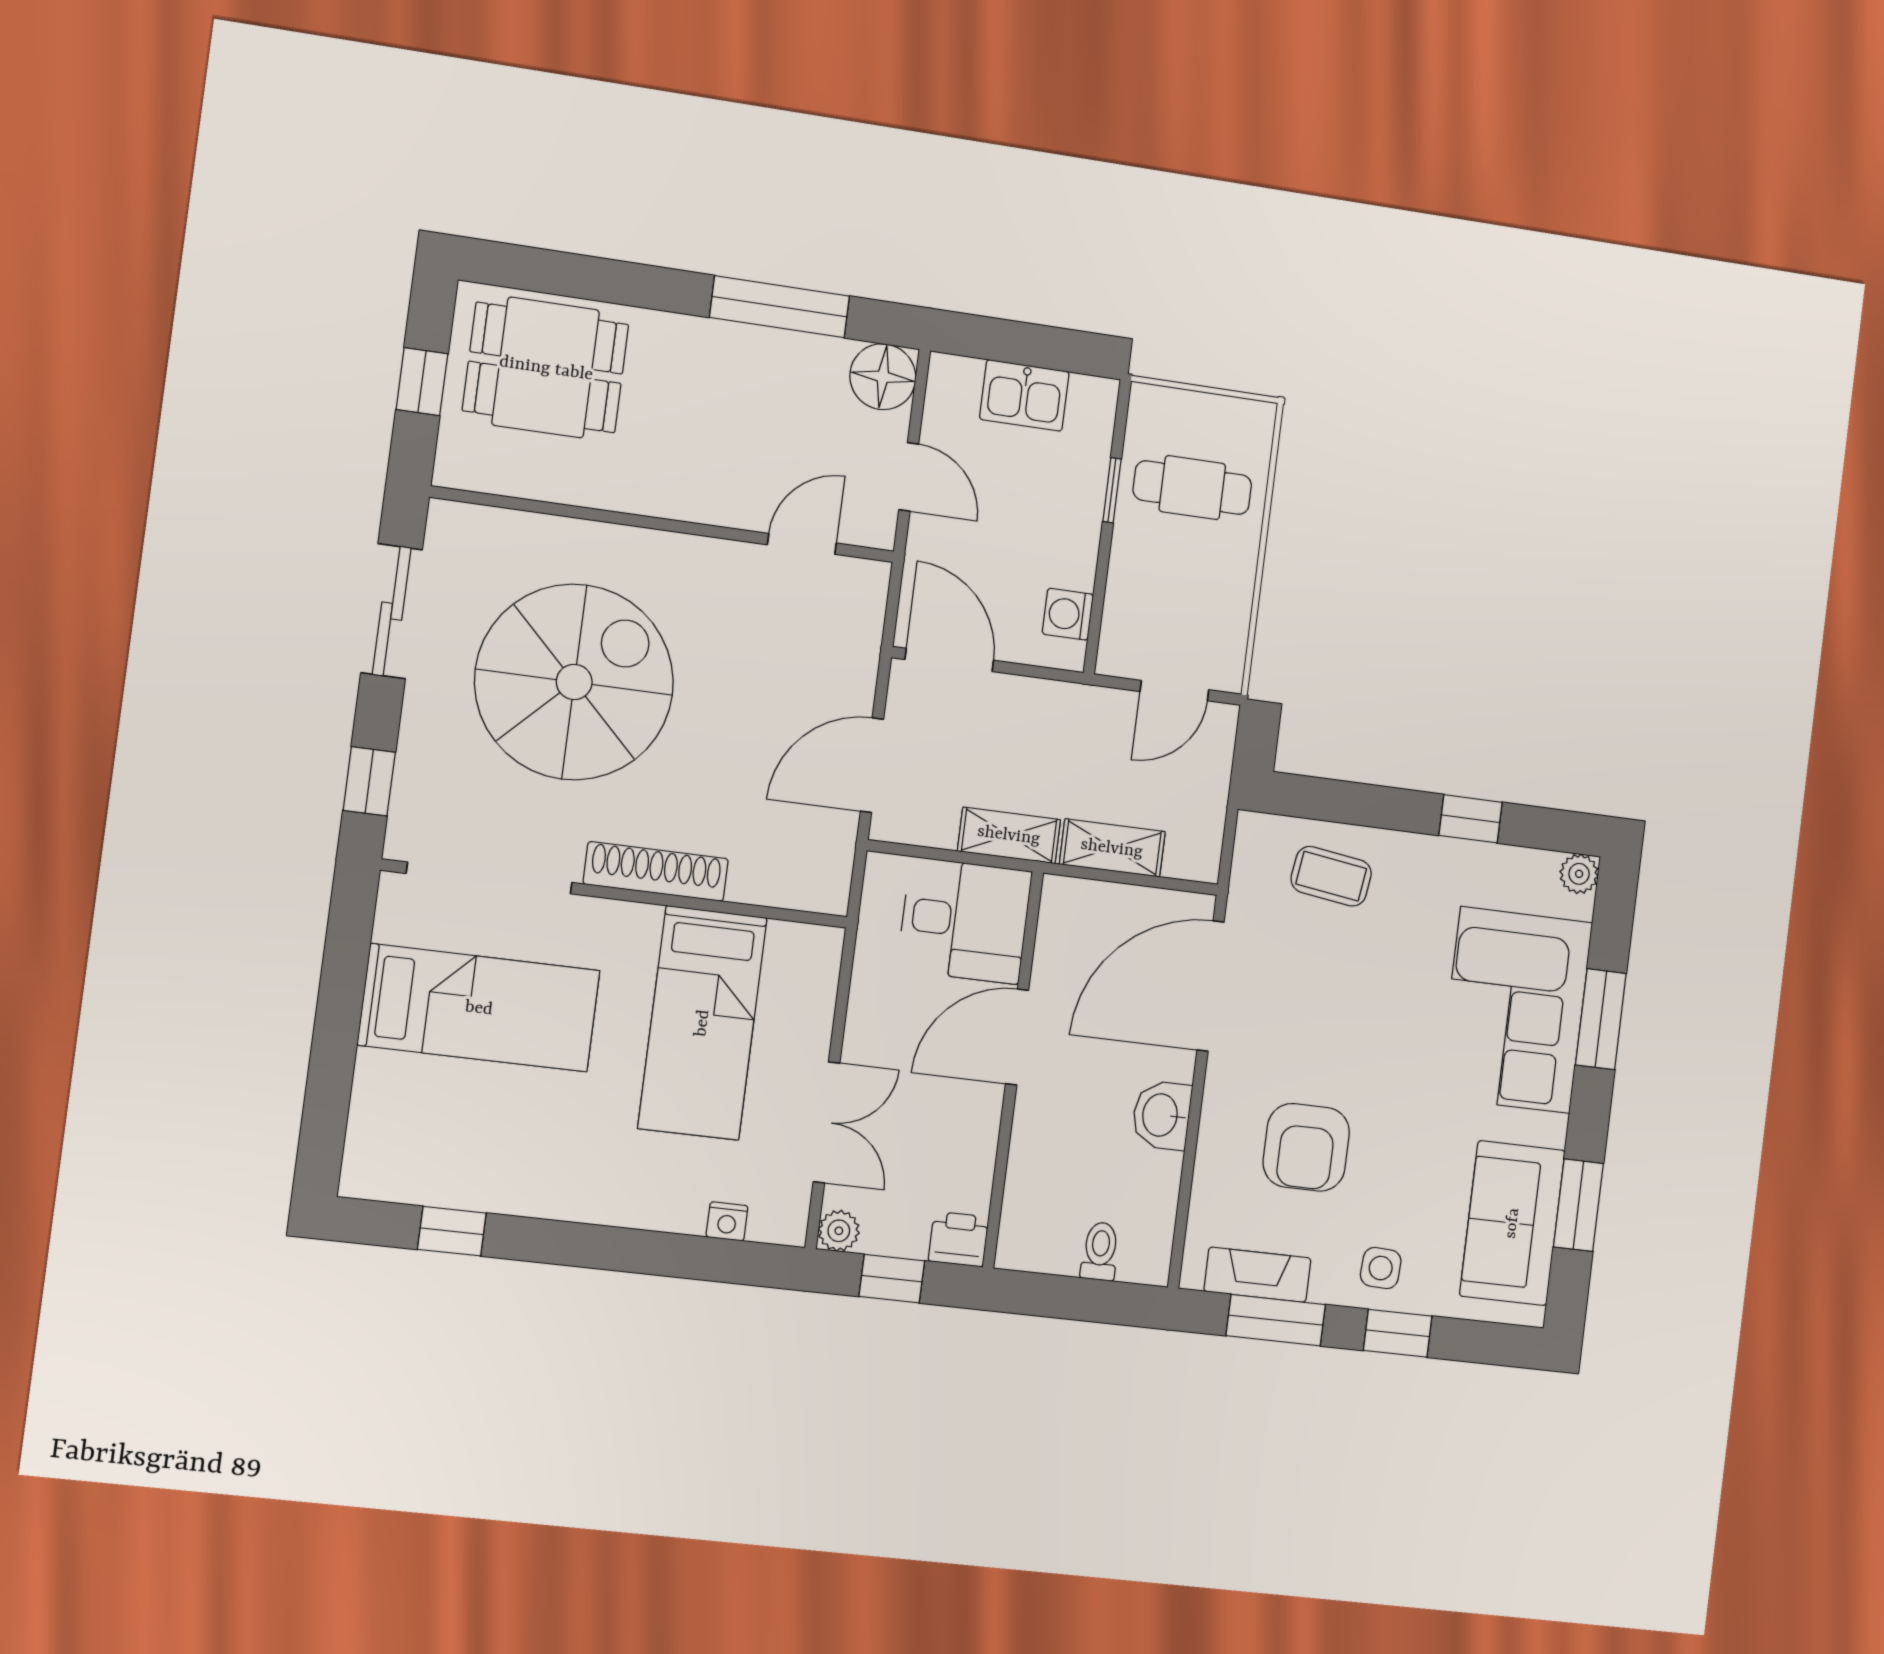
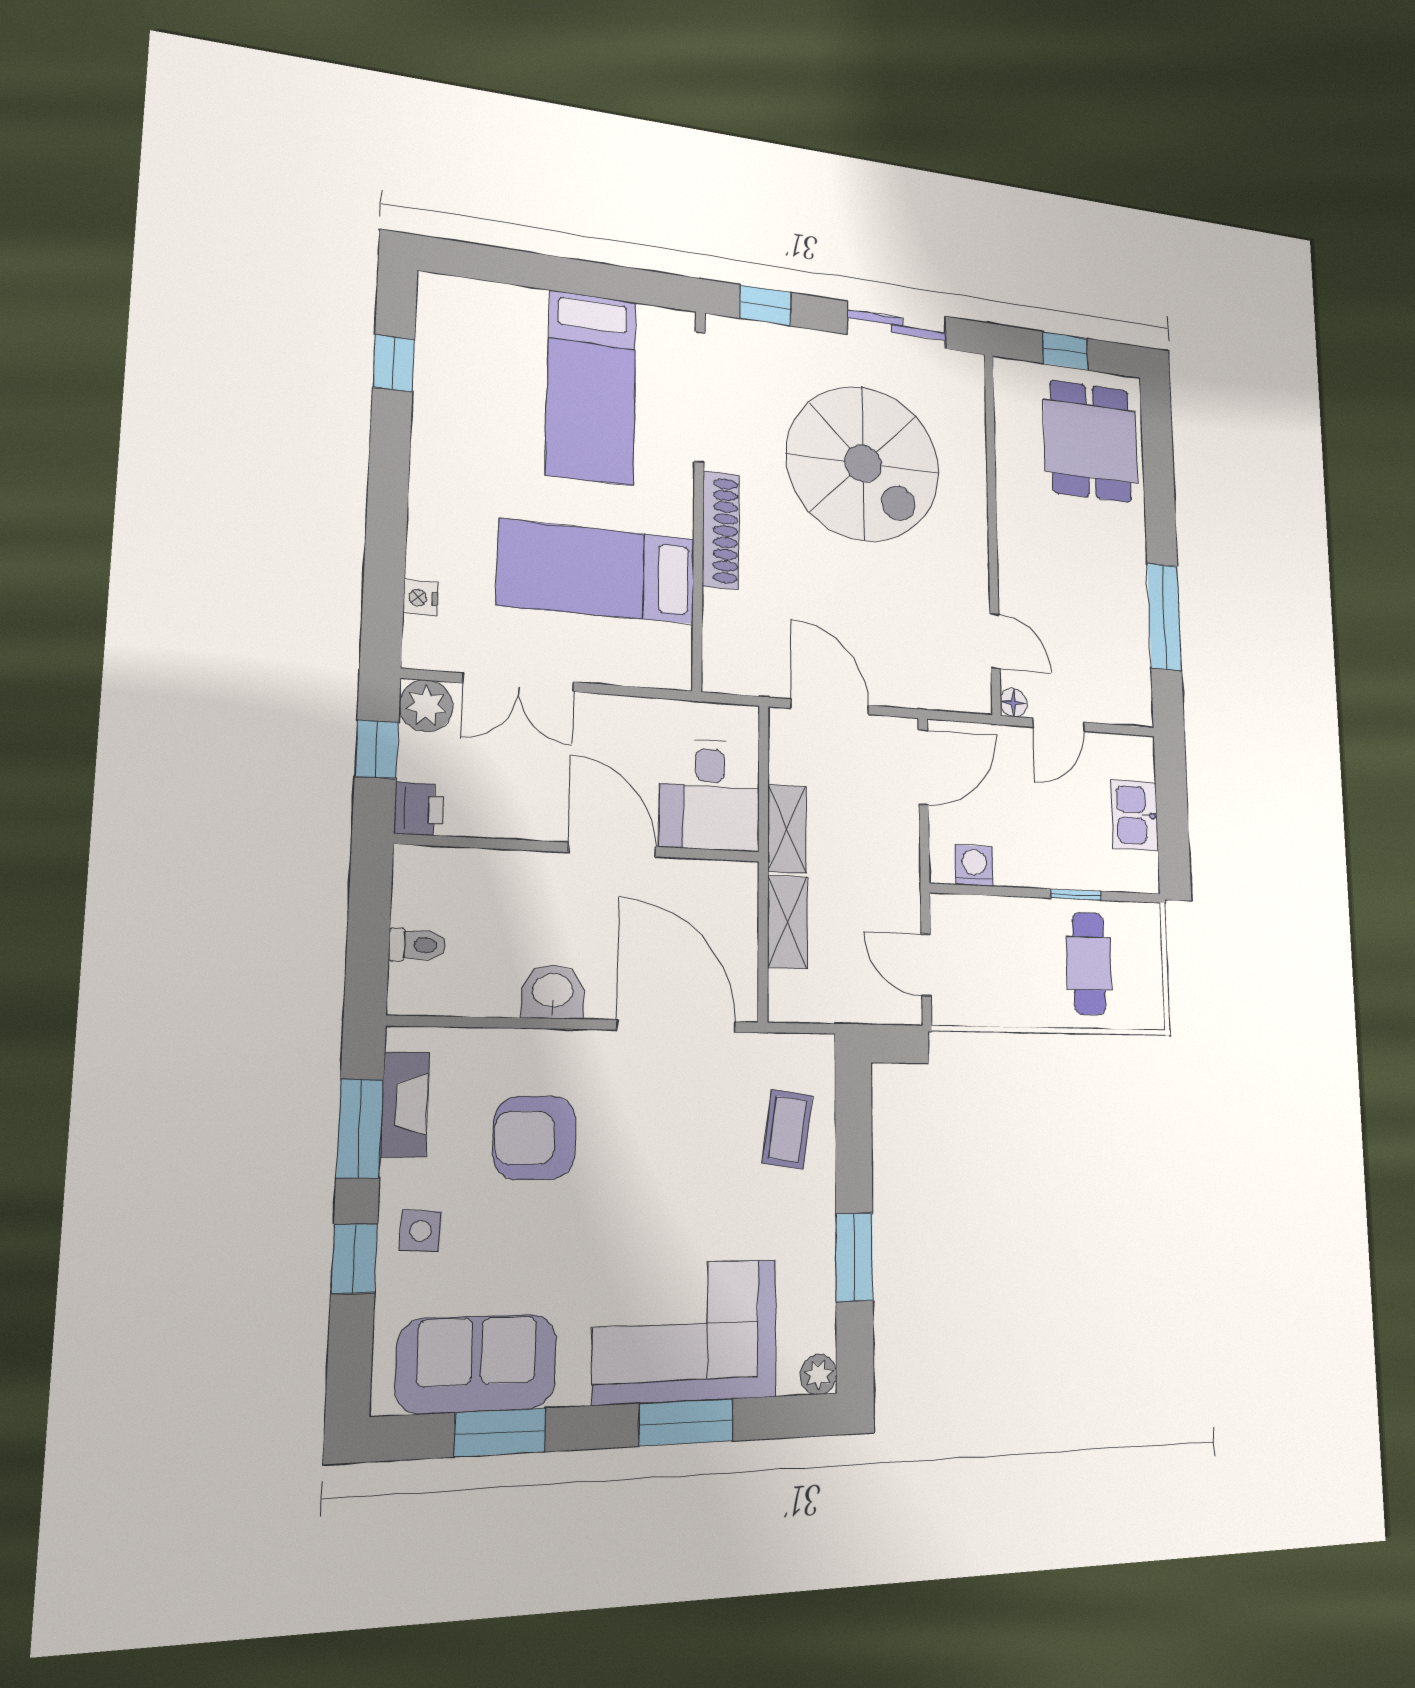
floor lamp: (883, 377) -> (1014, 703), moved, width x0.53, depth x0.53
window: (1470, 819) -> (854, 1257), width x1.50
plant: (839, 1231) -> (426, 706), width x1.38, depth x1.38

